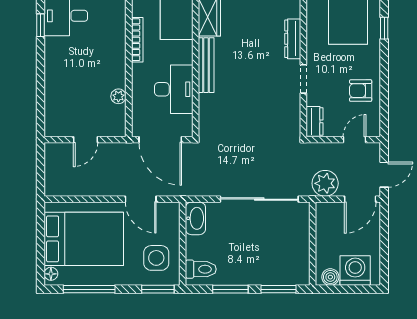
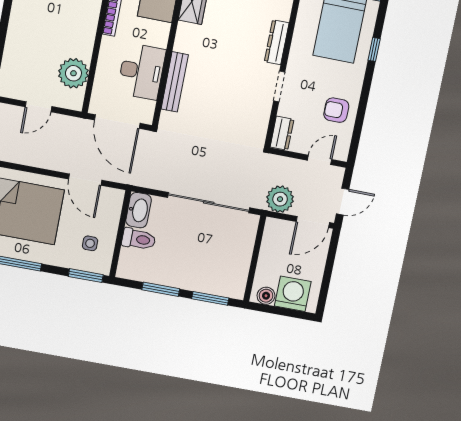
bench: (206, 65) -> (175, 82), moved
plant: (118, 96) -> (73, 73), width x1.87, depth x1.87
side table: (156, 258) -> (90, 243), width x0.54, depth x0.54
toilet: (201, 269) -> (139, 239), moved

